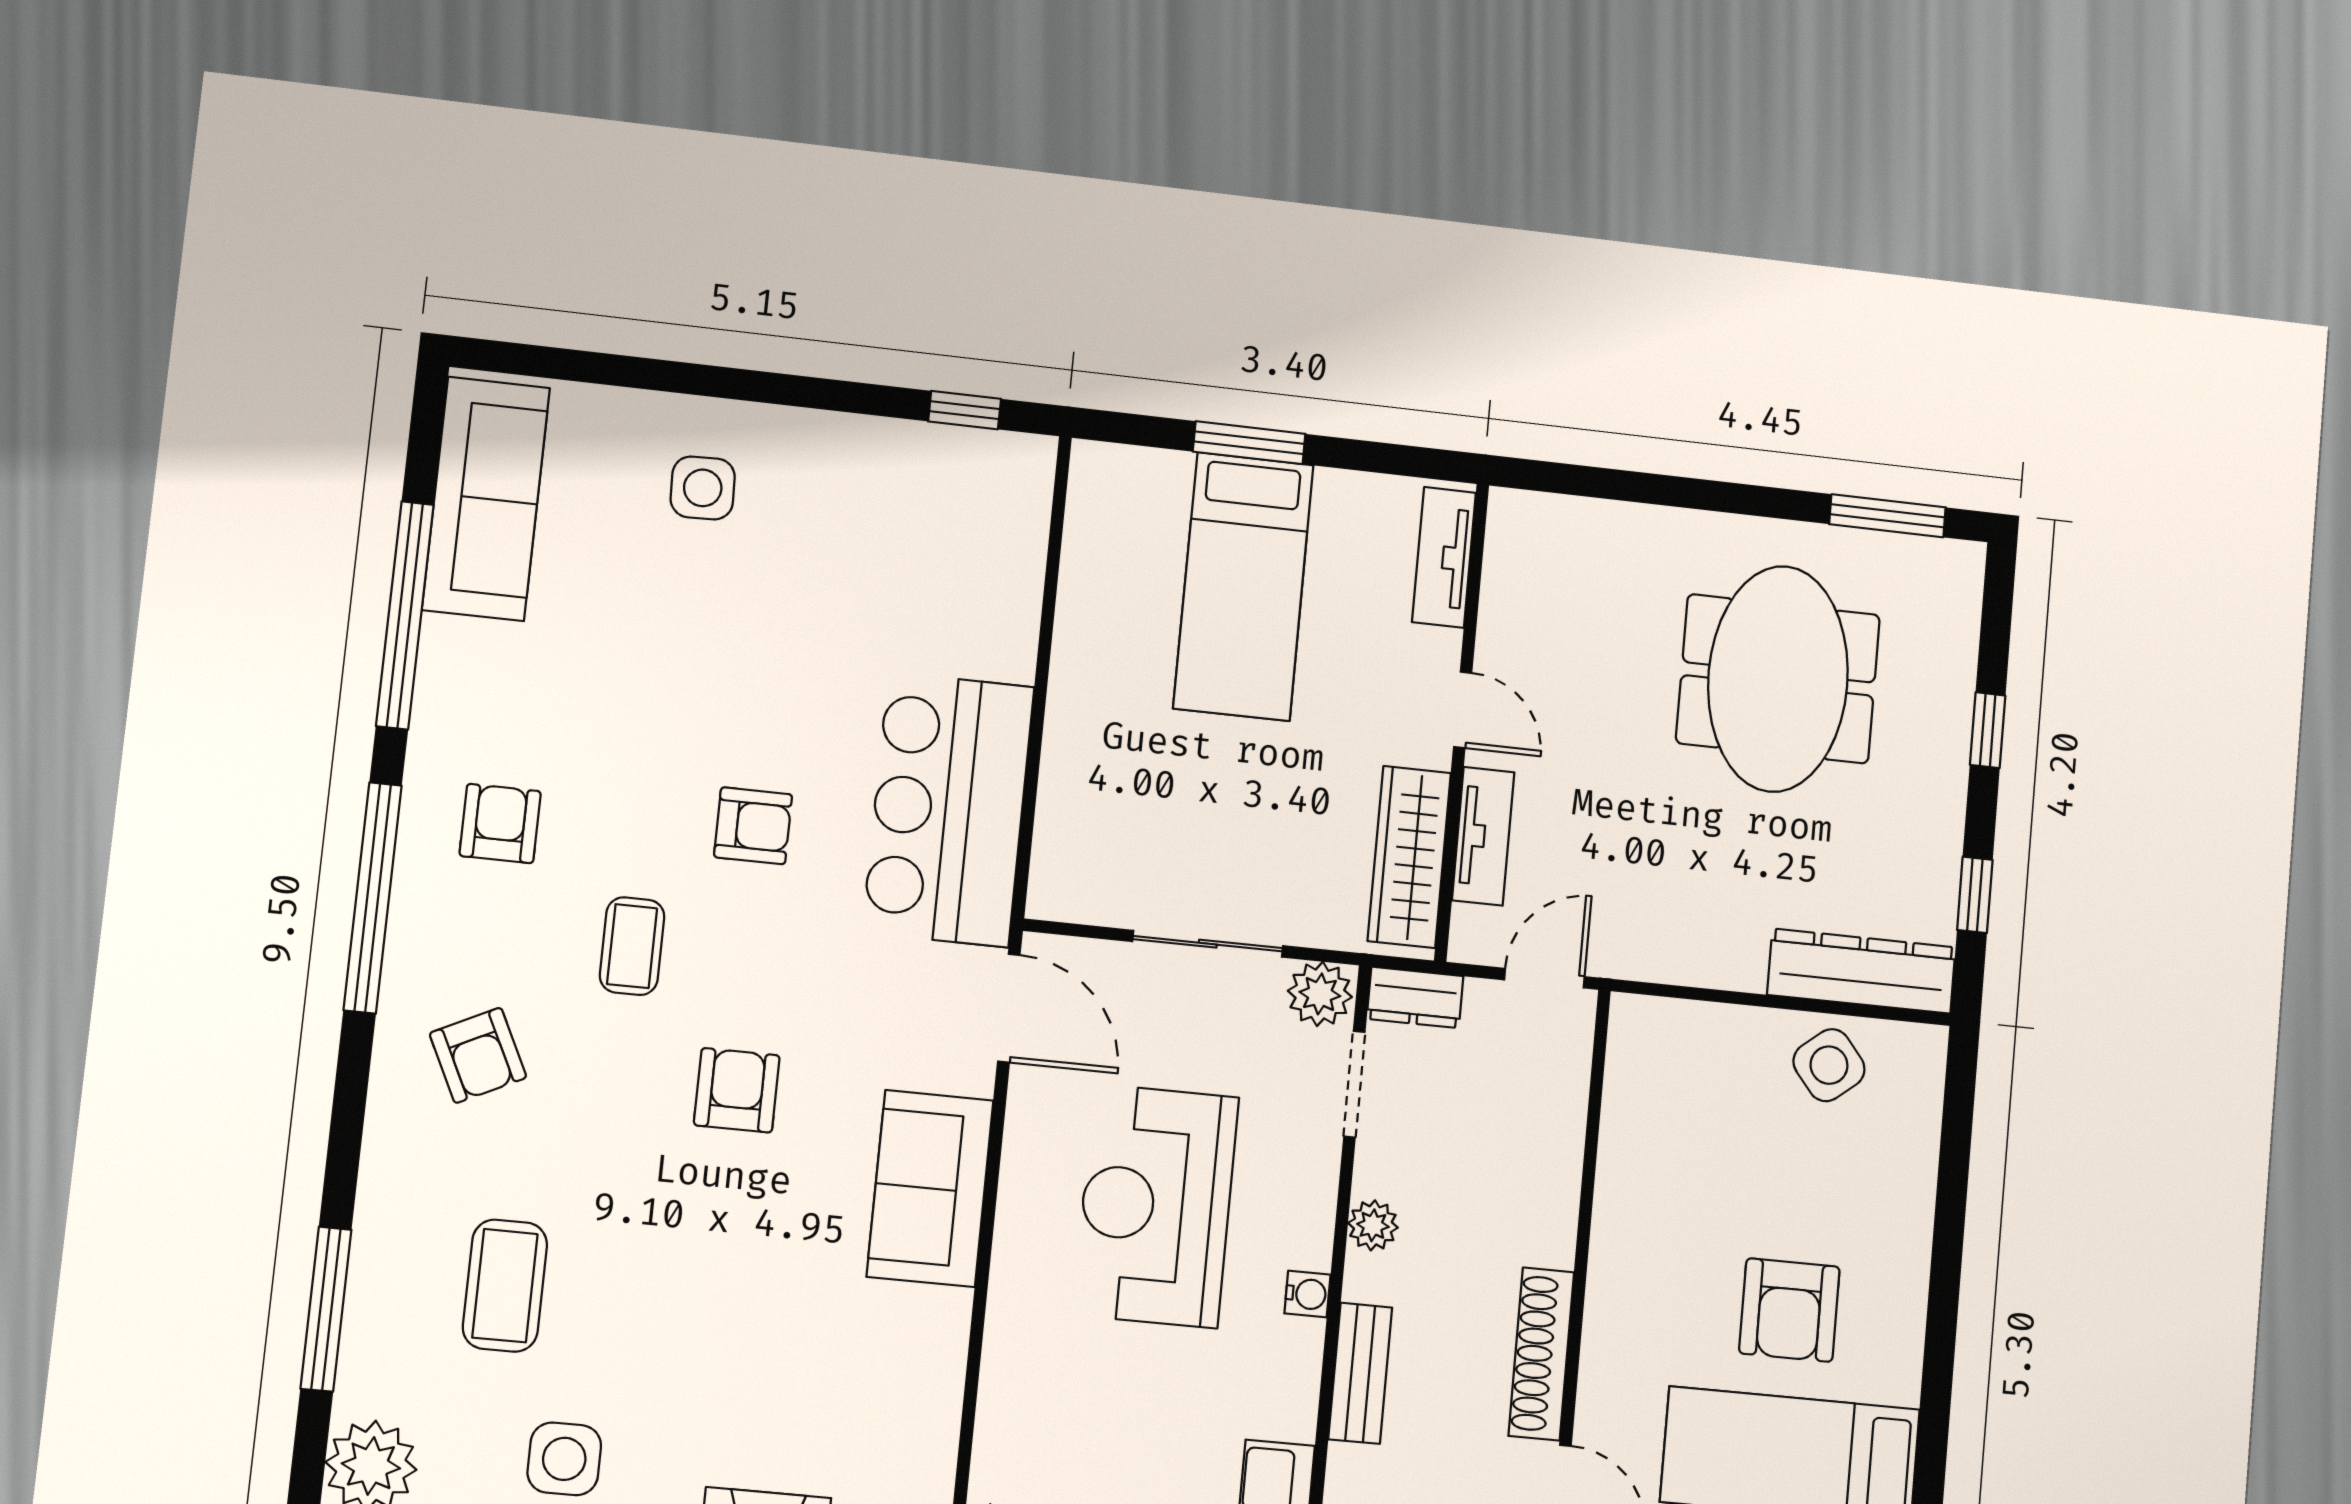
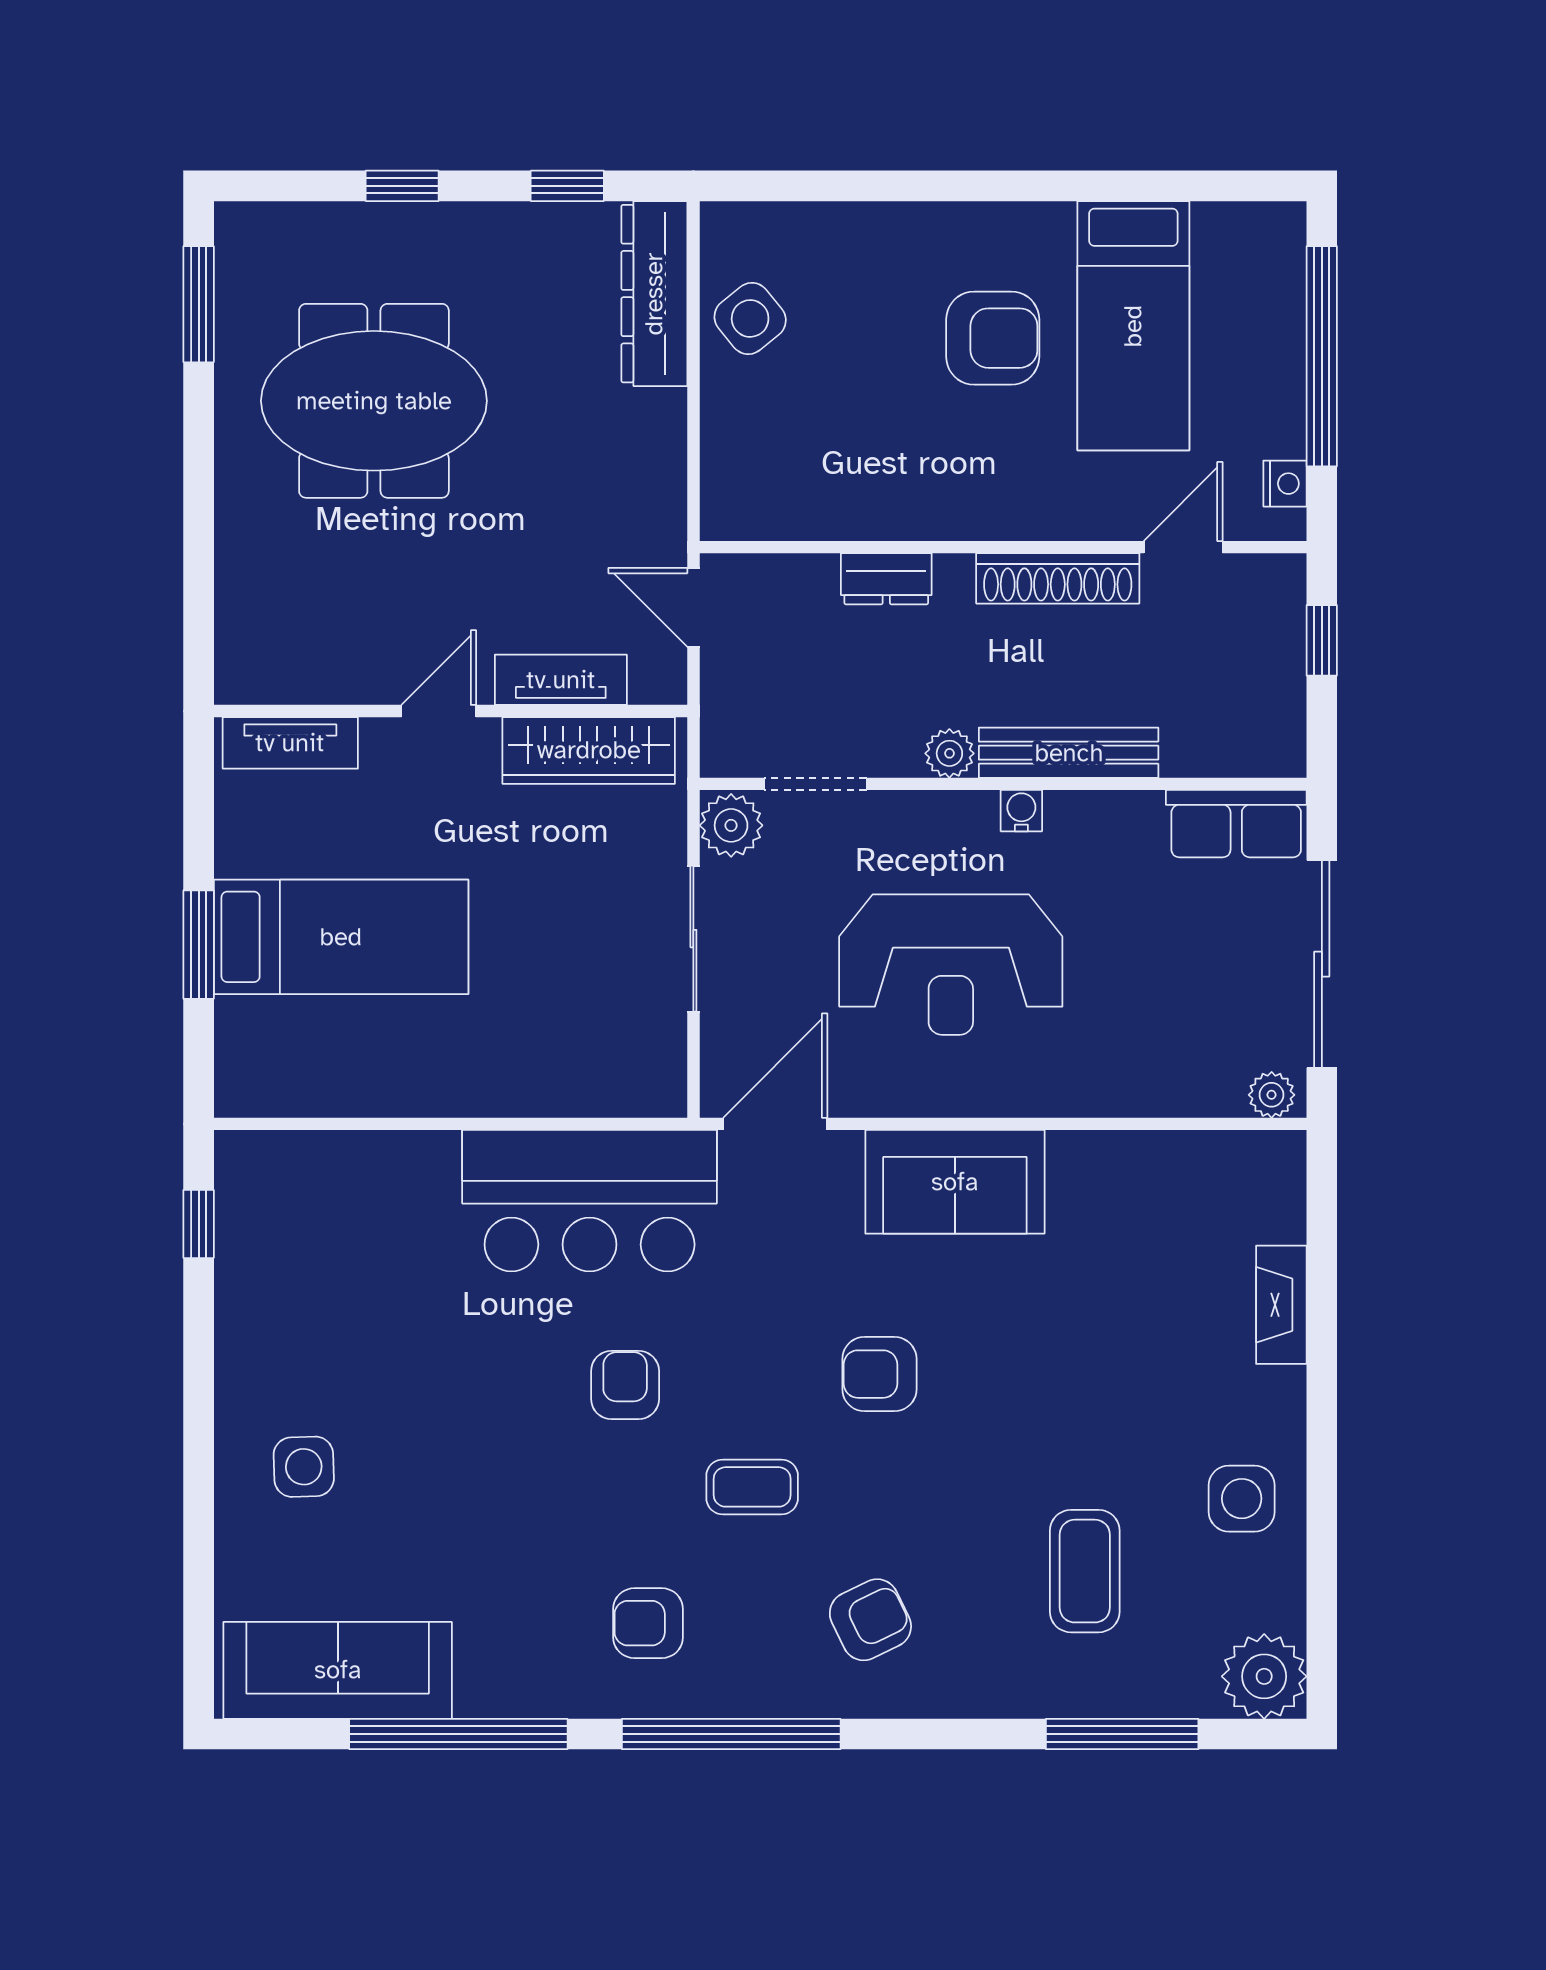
dresser: (1415, 997) -> (886, 579), moved, turned 90
coffee table: (505, 1286) -> (1085, 1571), turned 90
bench: (1360, 1373) -> (1069, 753), width x1.36

